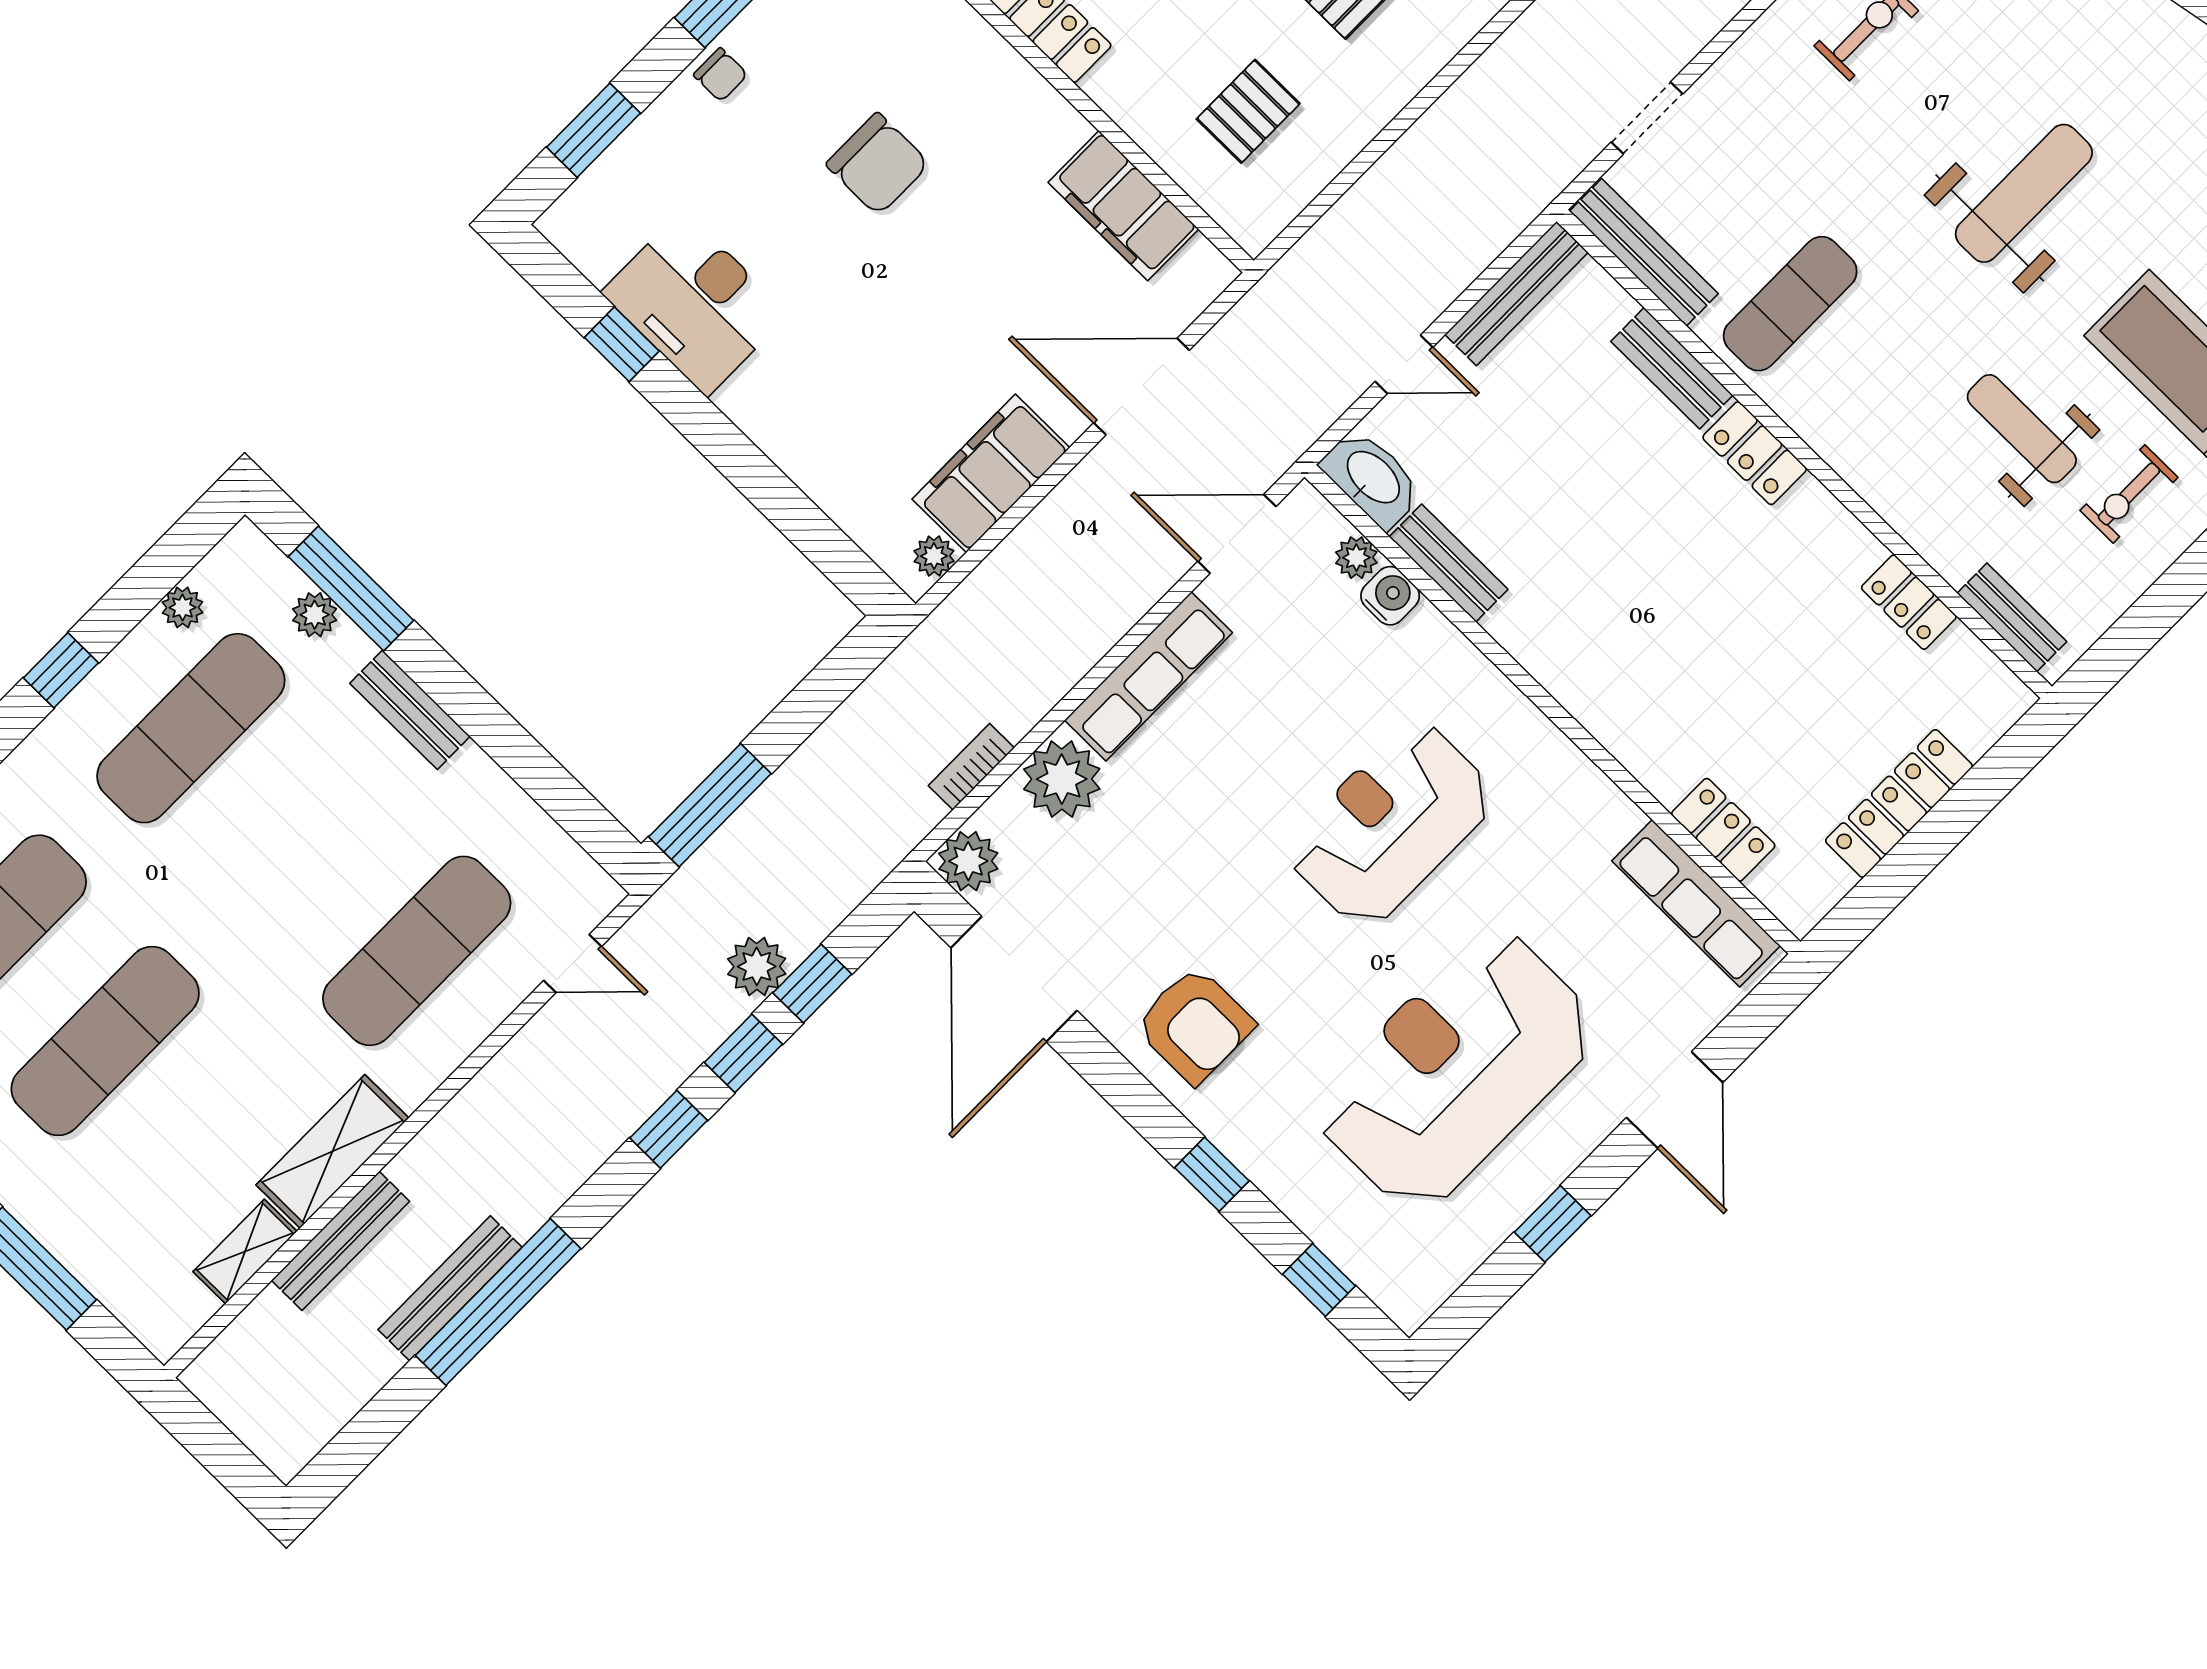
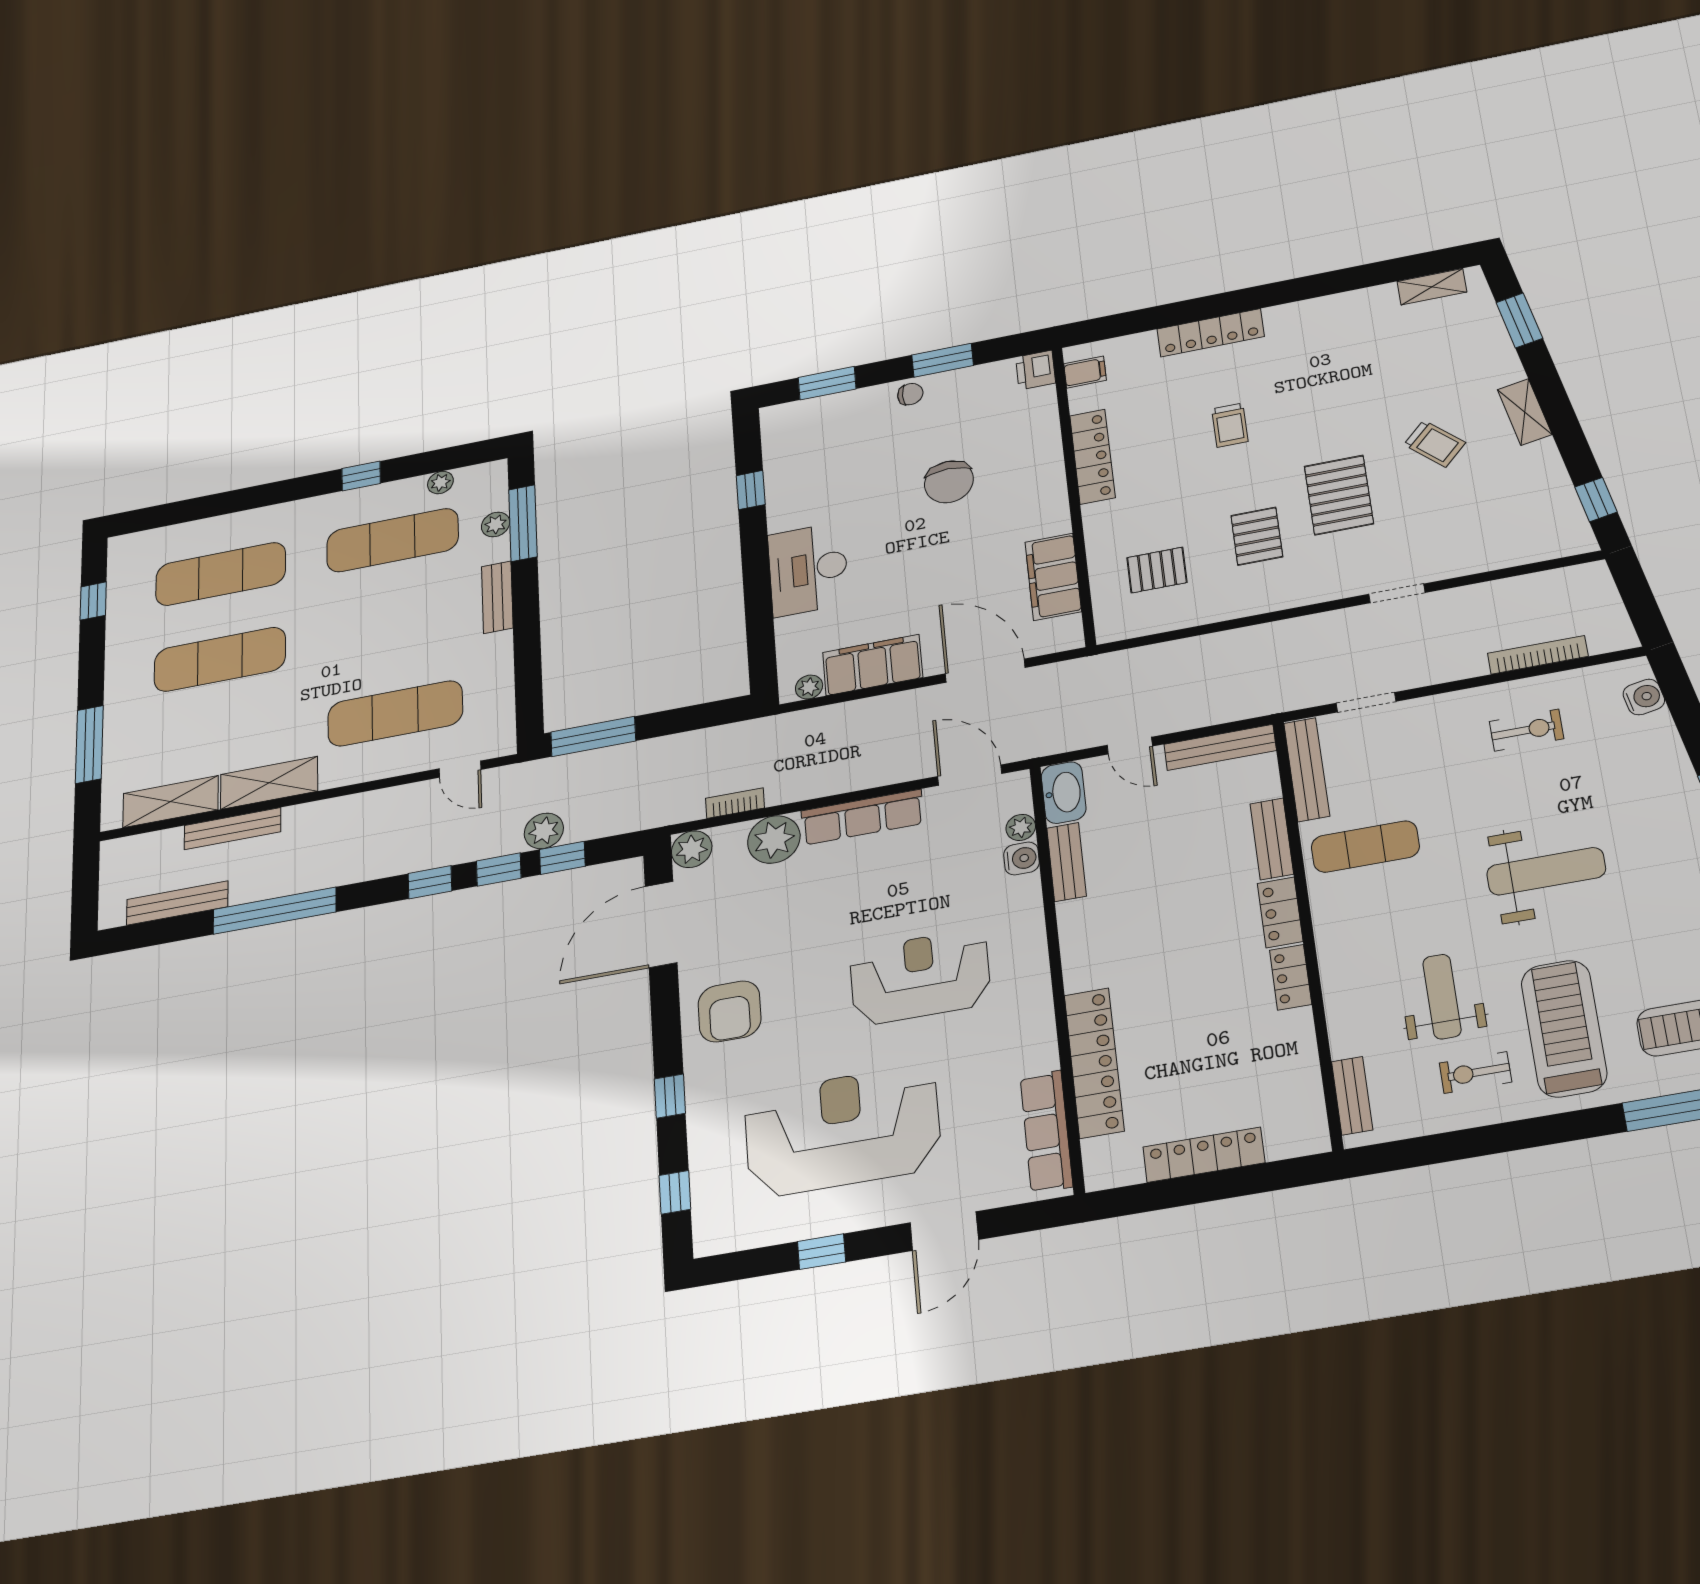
chair: (721, 75) -> (910, 394), turned -90
desk: (695, 303) -> (808, 569), moved
locker: (1909, 602) -> (1291, 977), moved
locker: (1723, 830) -> (1094, 1063), width x2.16, depth x1.21
shelving: (245, 1252) -> (171, 802), width x1.50, depth x1.33
bench: (450, 1288) -> (177, 903), moved

